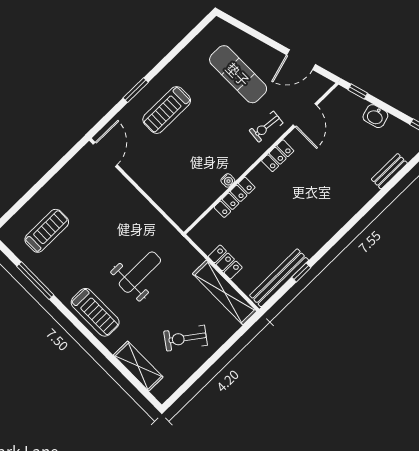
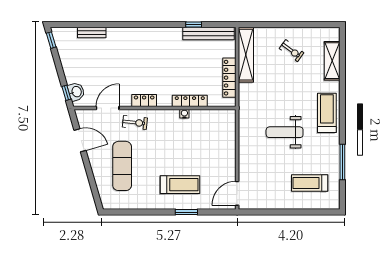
washbasin: (375, 116) -> (76, 92), moved
locker: (225, 262) -> (229, 78), width x1.53
weight bench: (140, 272) -> (285, 132), moved
exercise bike: (186, 338) -> (292, 51), width x0.73, depth x0.72

